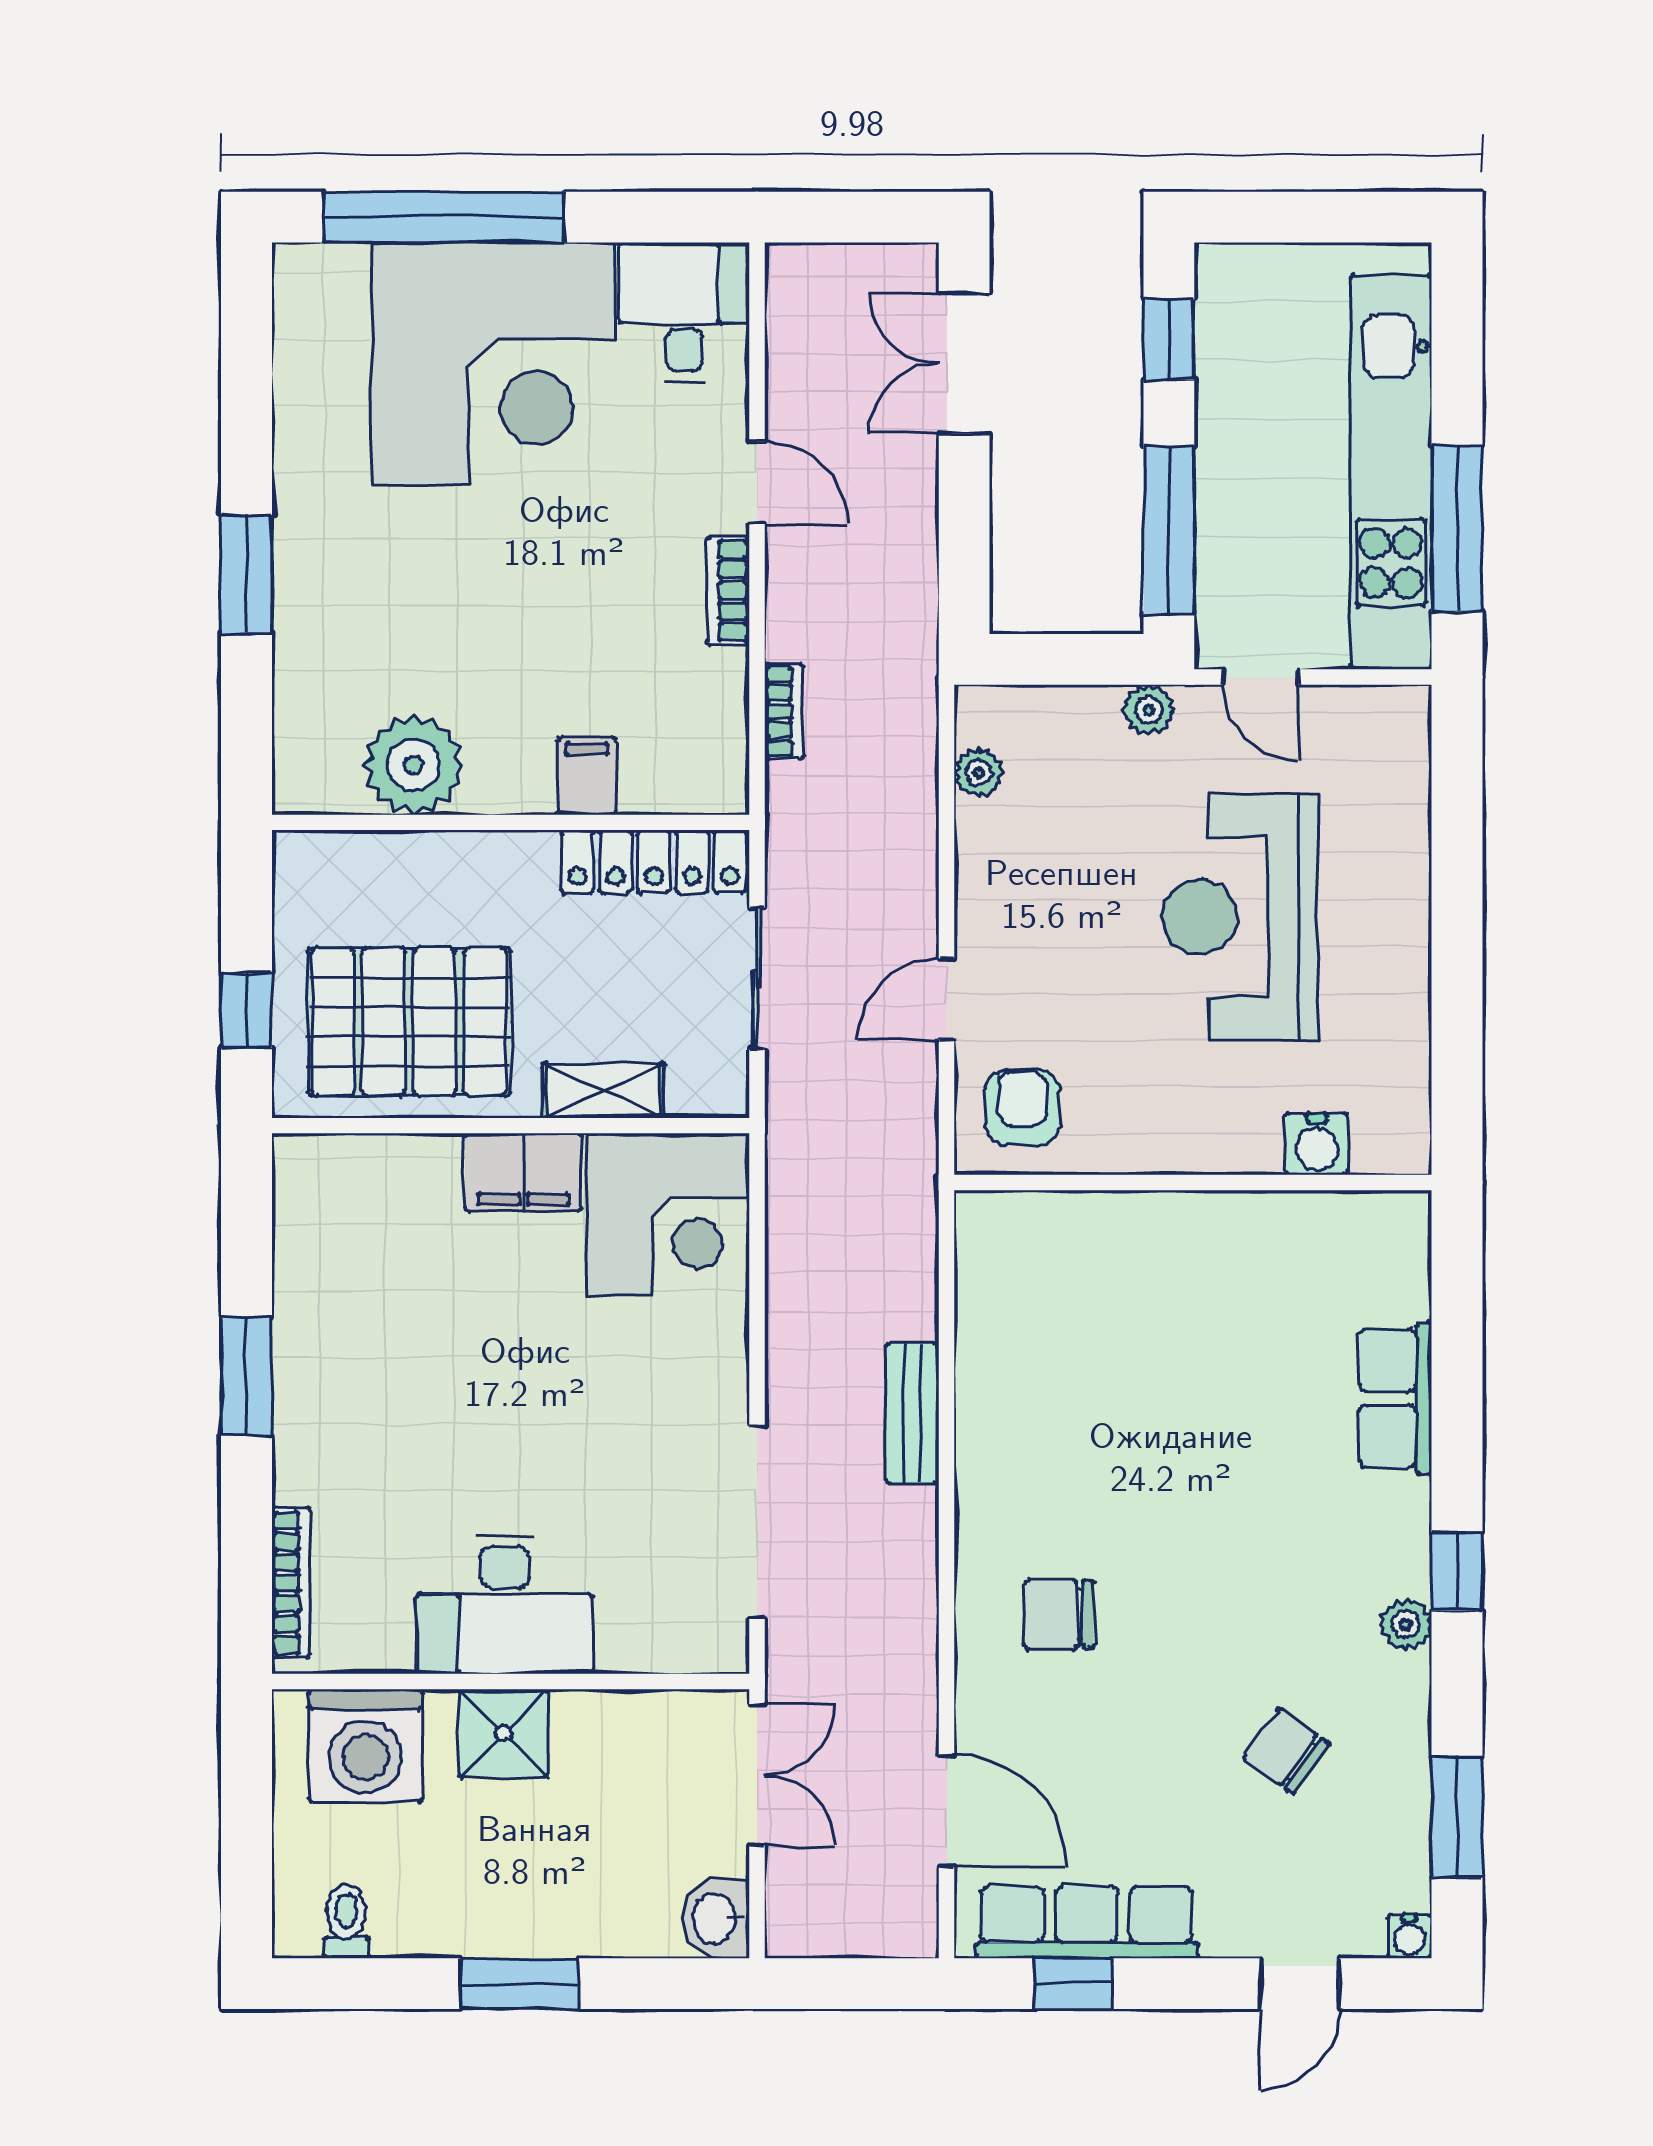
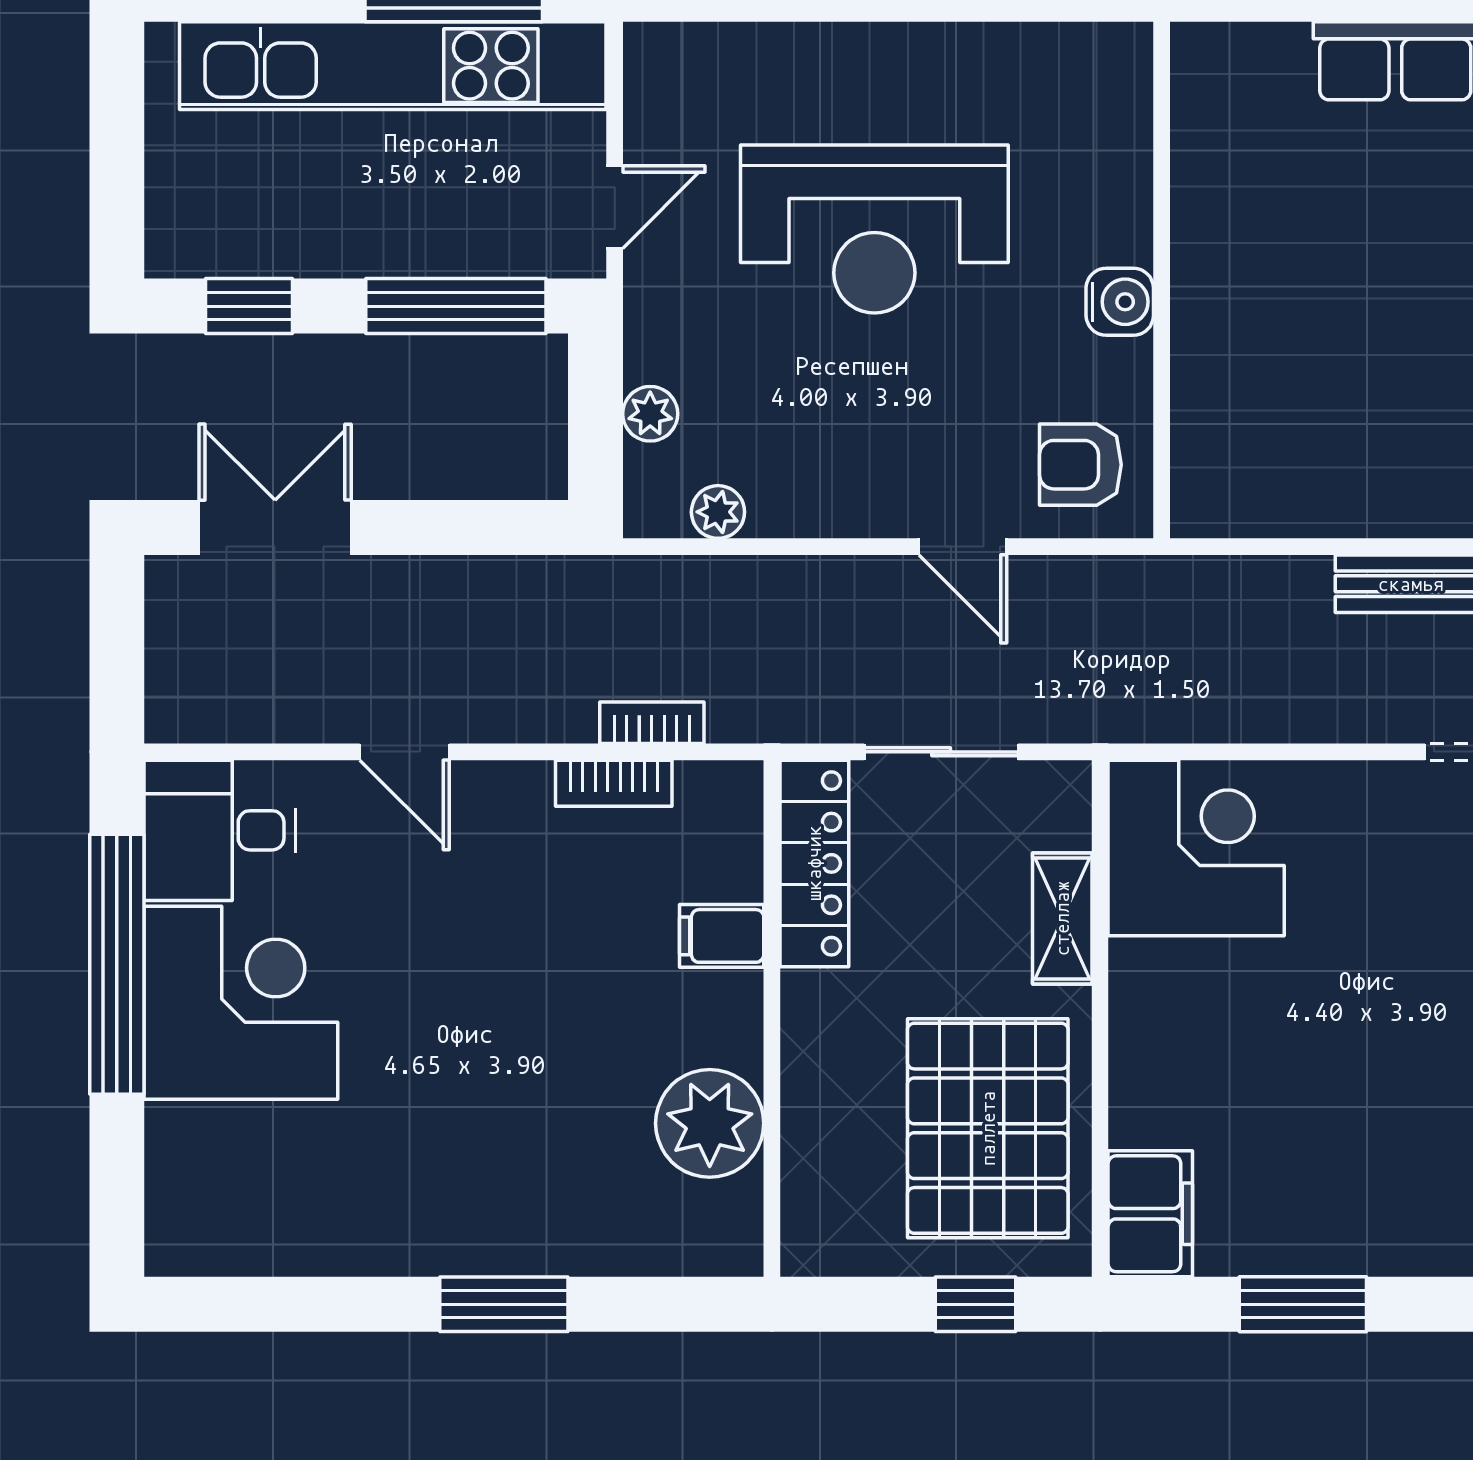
window: (444, 217) -> (117, 964), moved
double door: (964, 363) -> (275, 528), swing flipped
corner desk: (493, 364) -> (241, 1003), width x0.74, depth x0.74
door: (757, 483) -> (404, 752), swing flipped
bookcase: (728, 591) -> (614, 783), moved
plant: (1149, 710) -> (650, 414), moved
water cooler: (1317, 1144) -> (1120, 302), moved
filing cabinet: (524, 1172) -> (1150, 1214), moved
window: (246, 1376) -> (1303, 1304), moved

